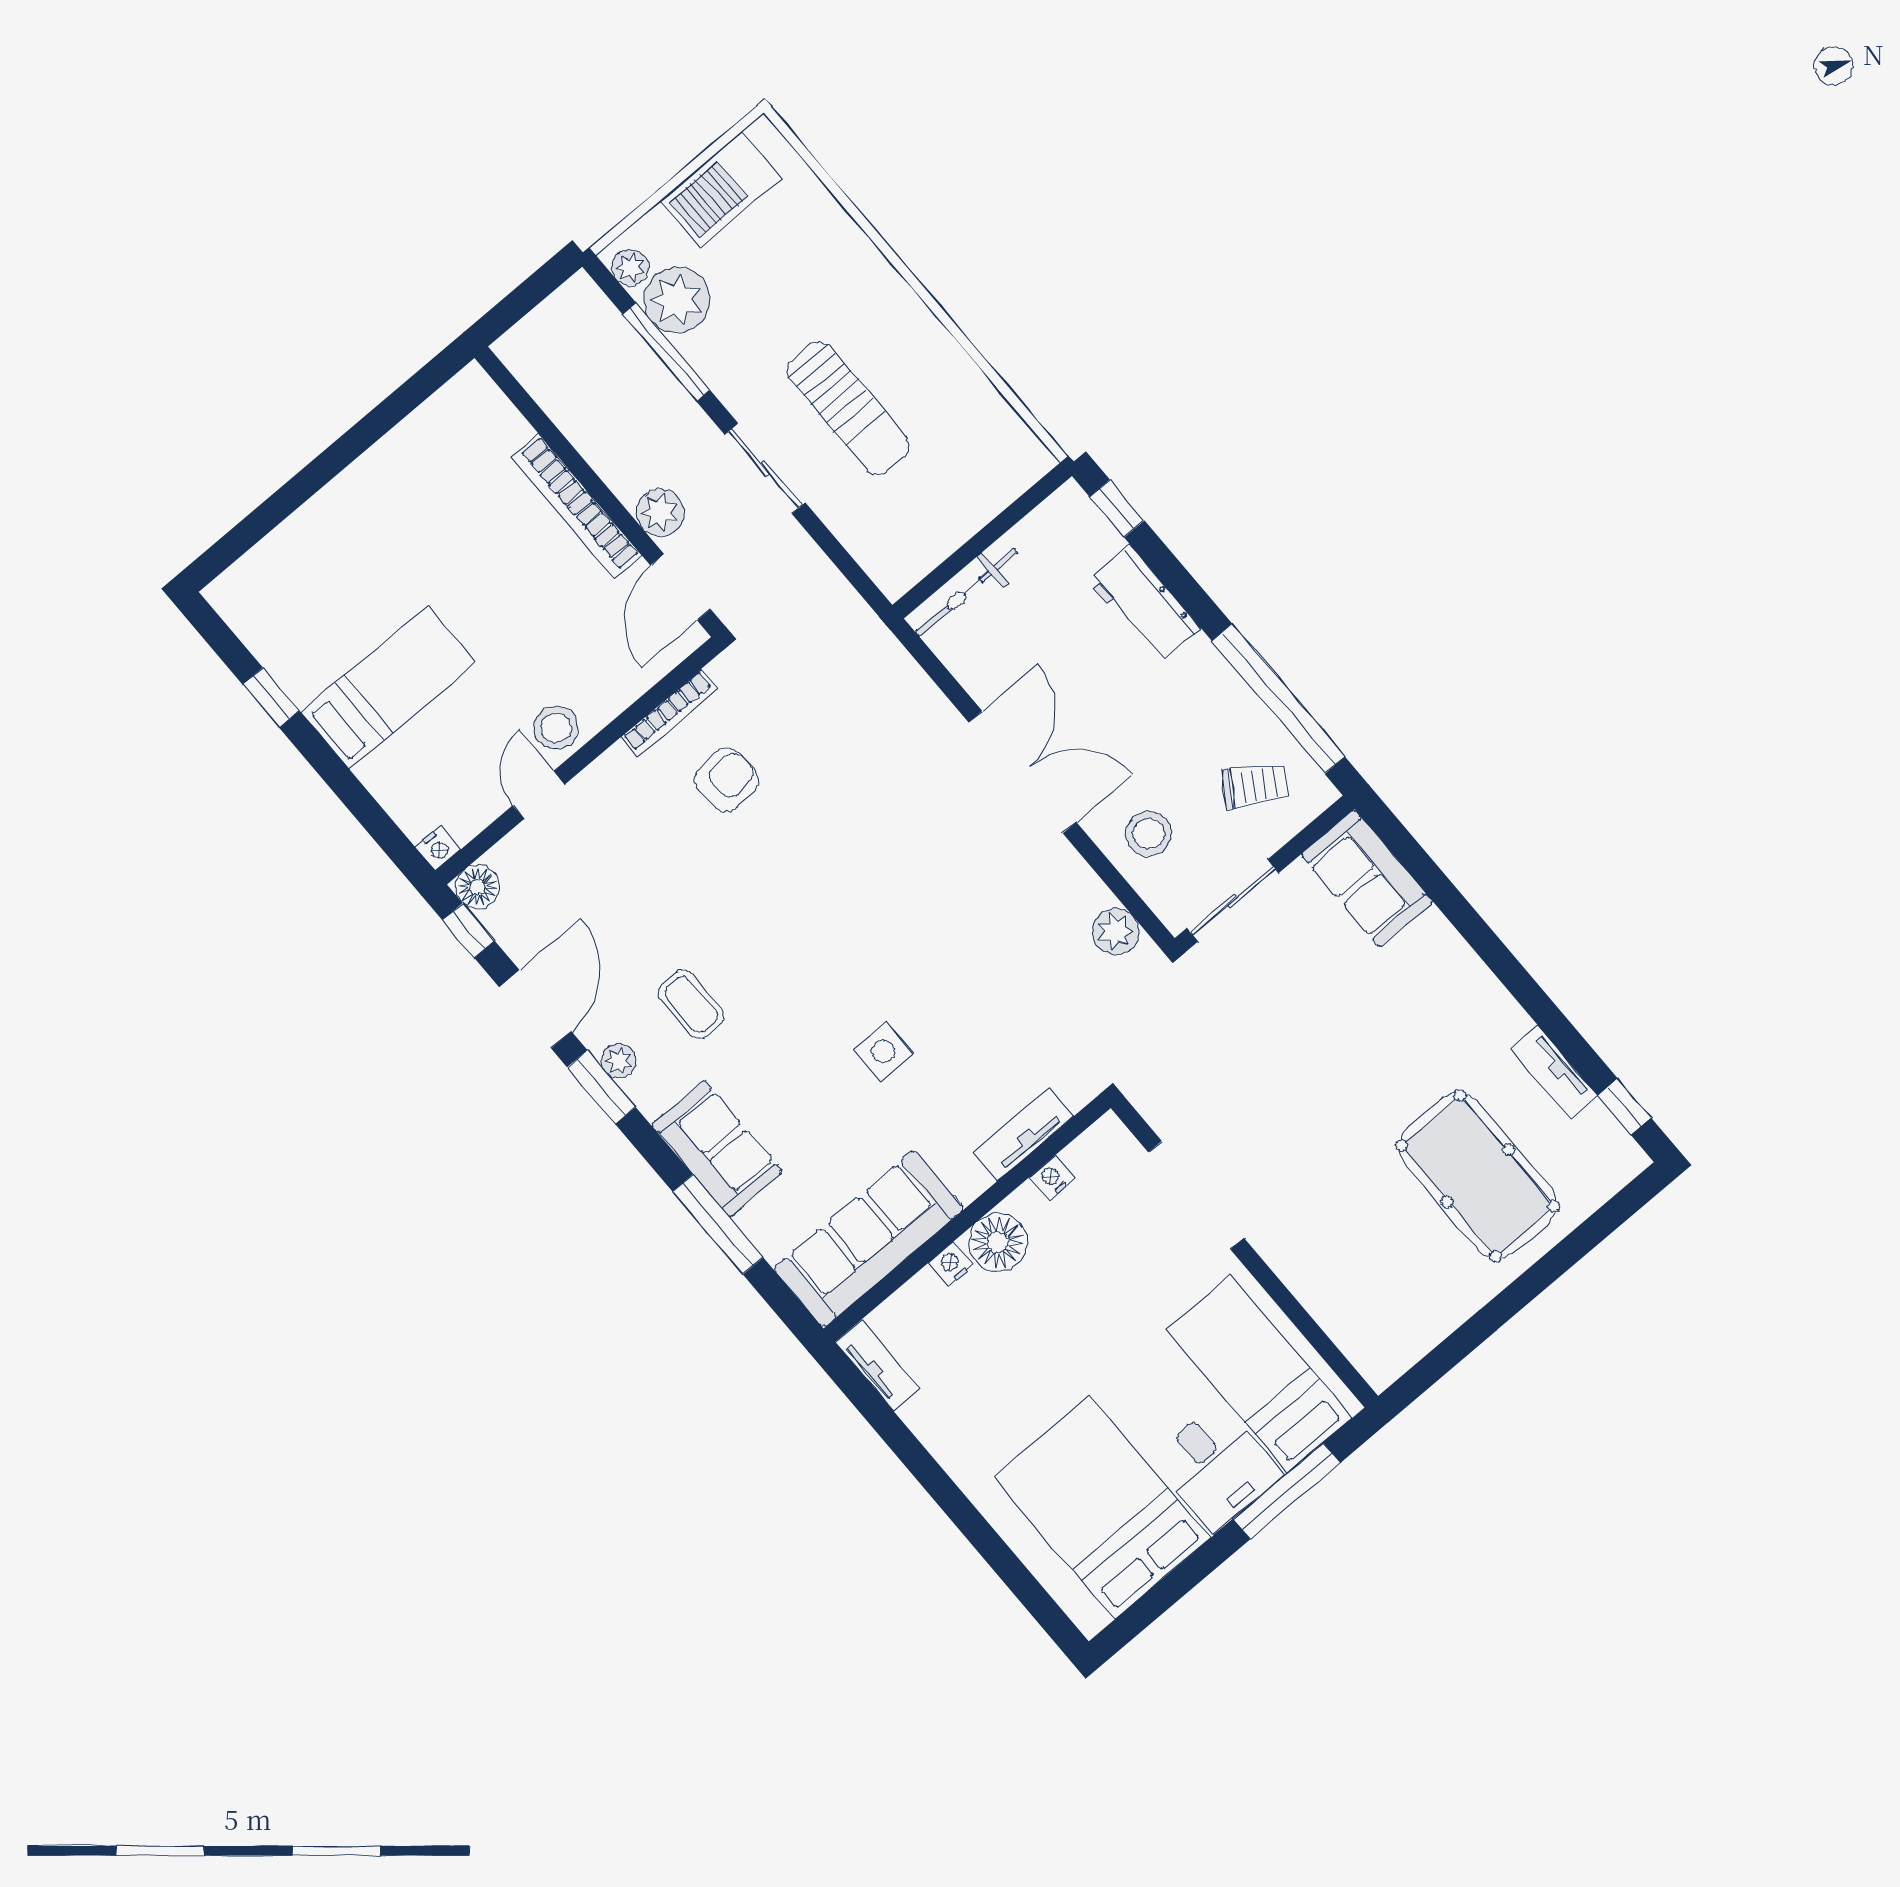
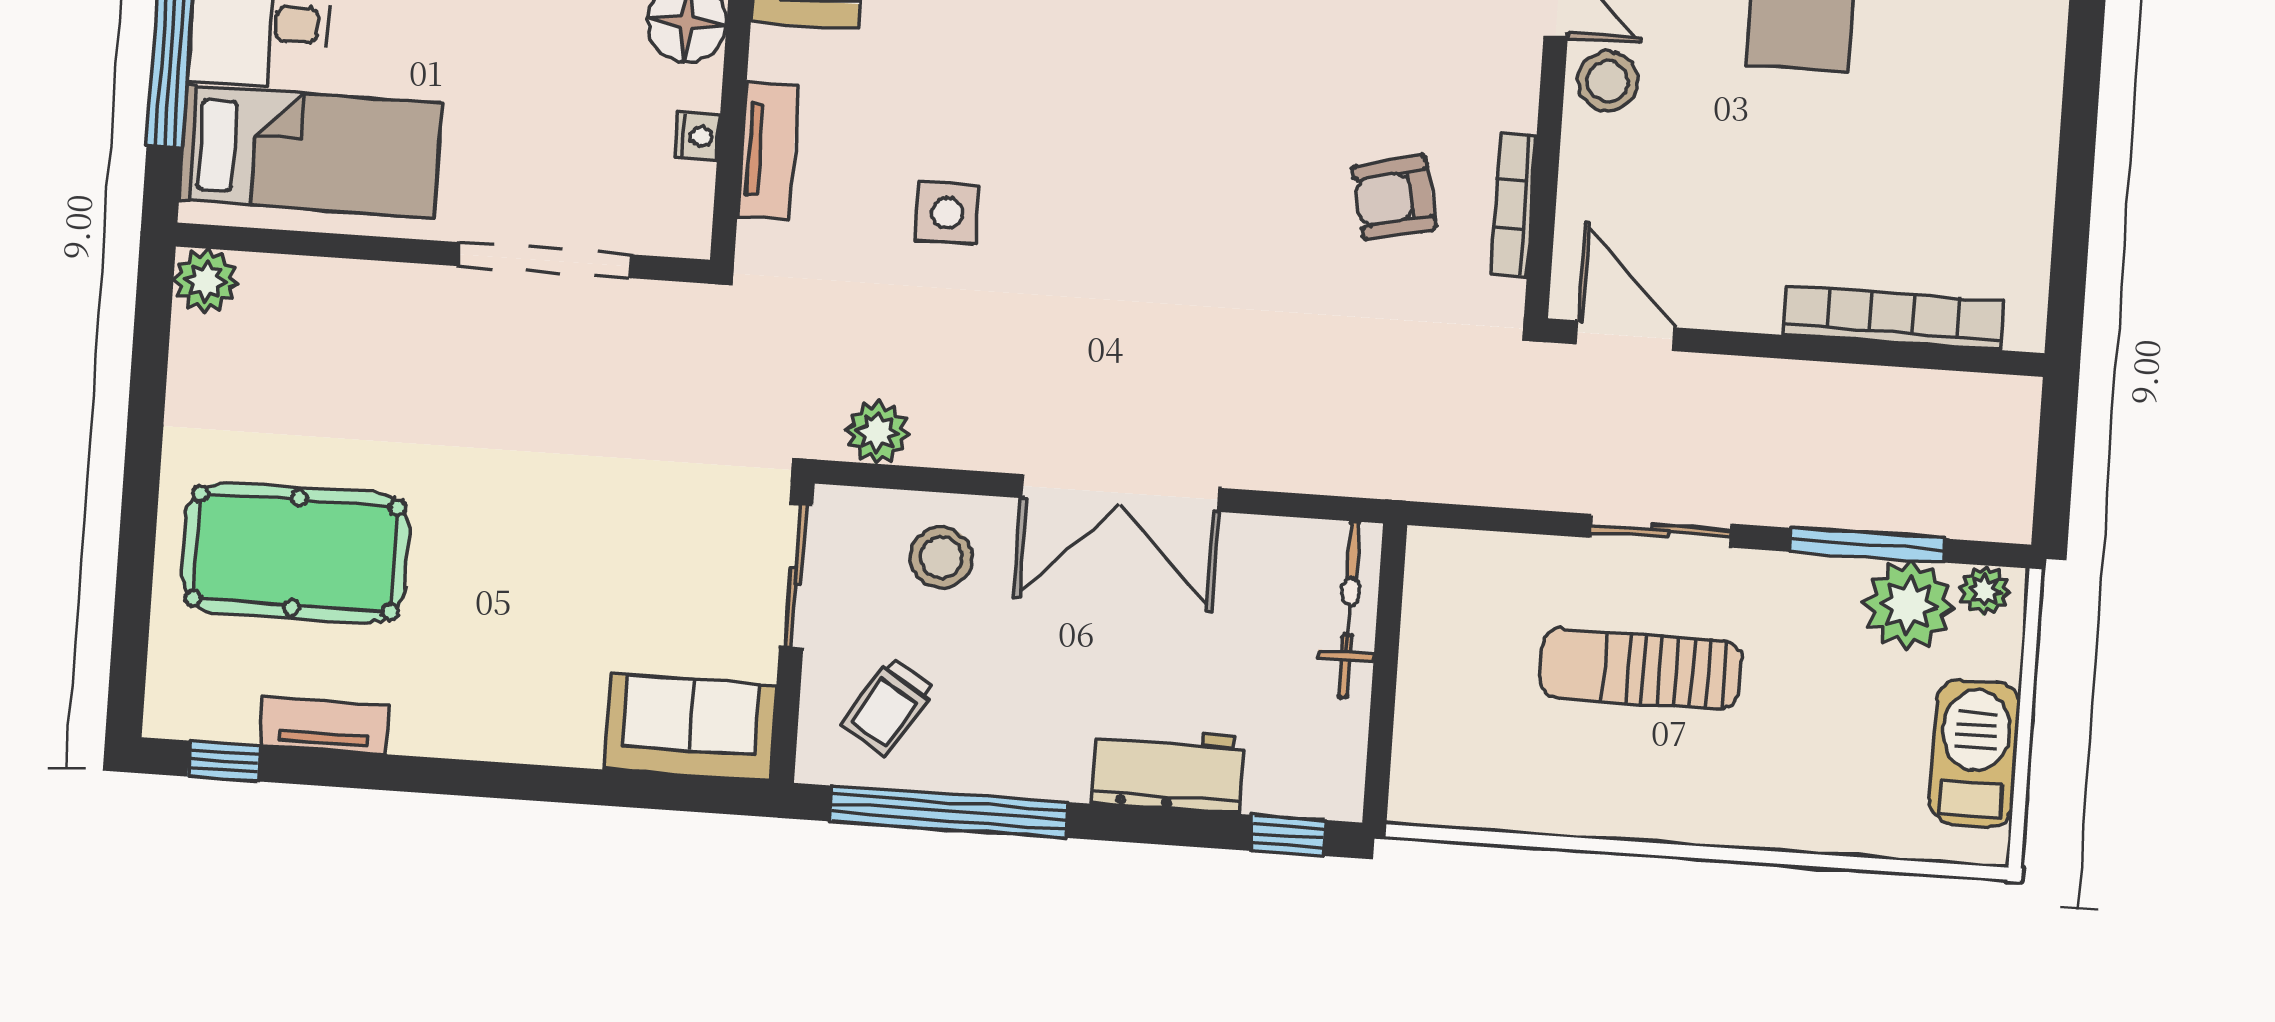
bookcase: (576, 506) -> (1893, 318), moved
plant: (660, 513) -> (206, 281), moved
armchair: (727, 780) -> (1394, 198), turned 82
side table: (883, 1052) -> (947, 213), moved

